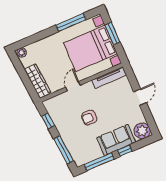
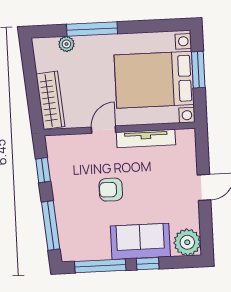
window: (71, 22) -> (92, 29), moved
plant: (22, 53) -> (66, 44), moved
tv unit: (109, 77) -> (146, 138), moved

